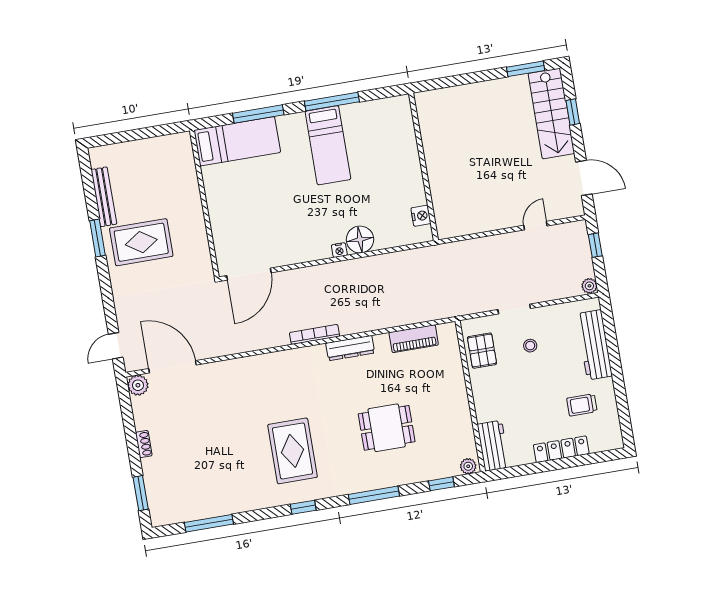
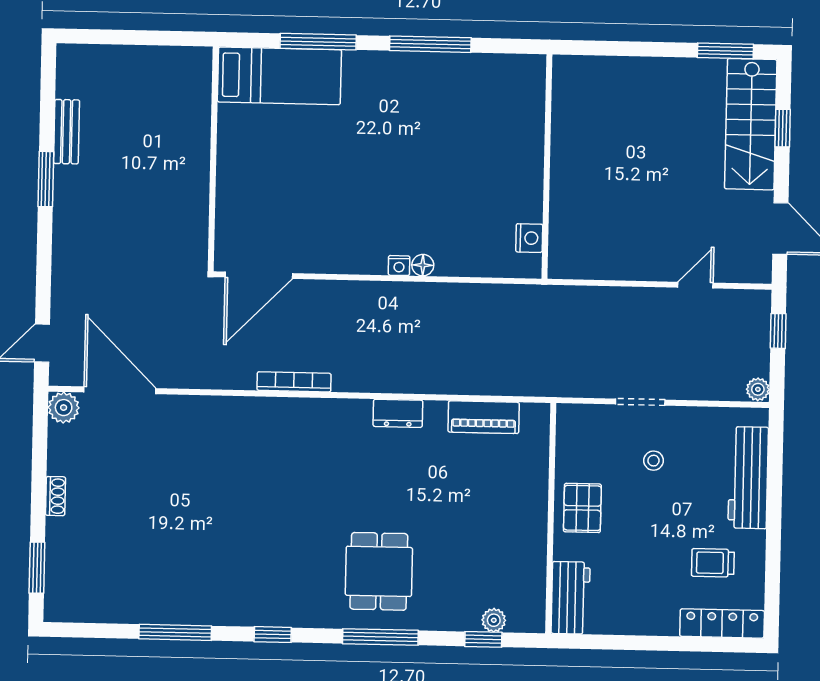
bed: (328, 145) -> (412, 108), removed
bench: (104, 197) -> (67, 132), width x0.73
floor lamp: (360, 240) -> (423, 265), width x0.53, depth x0.53
rug: (141, 242) -> (109, 198), removed
bookcase: (315, 334) -> (294, 382), moved
dresser: (350, 348) -> (398, 413), width x0.70
pallet: (482, 351) -> (582, 508), moved
dining table: (387, 428) -> (379, 571), moved, turned 90
locker: (561, 449) -> (722, 623), moved
rug: (292, 451) -> (273, 548), removed
plant: (468, 466) -> (494, 620), moved
window: (209, 523) -> (175, 632), moved

